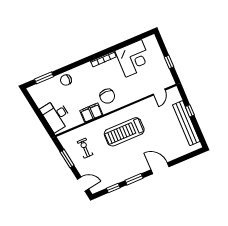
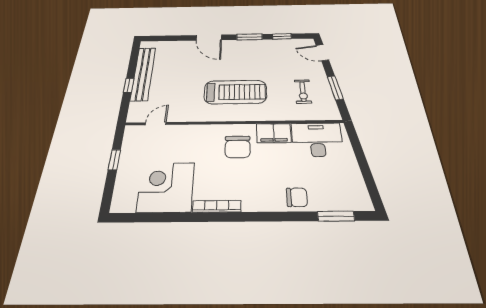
chair: (107, 96) -> (238, 147), turned 180
desk: (56, 115) -> (317, 140), moved, turned -81

